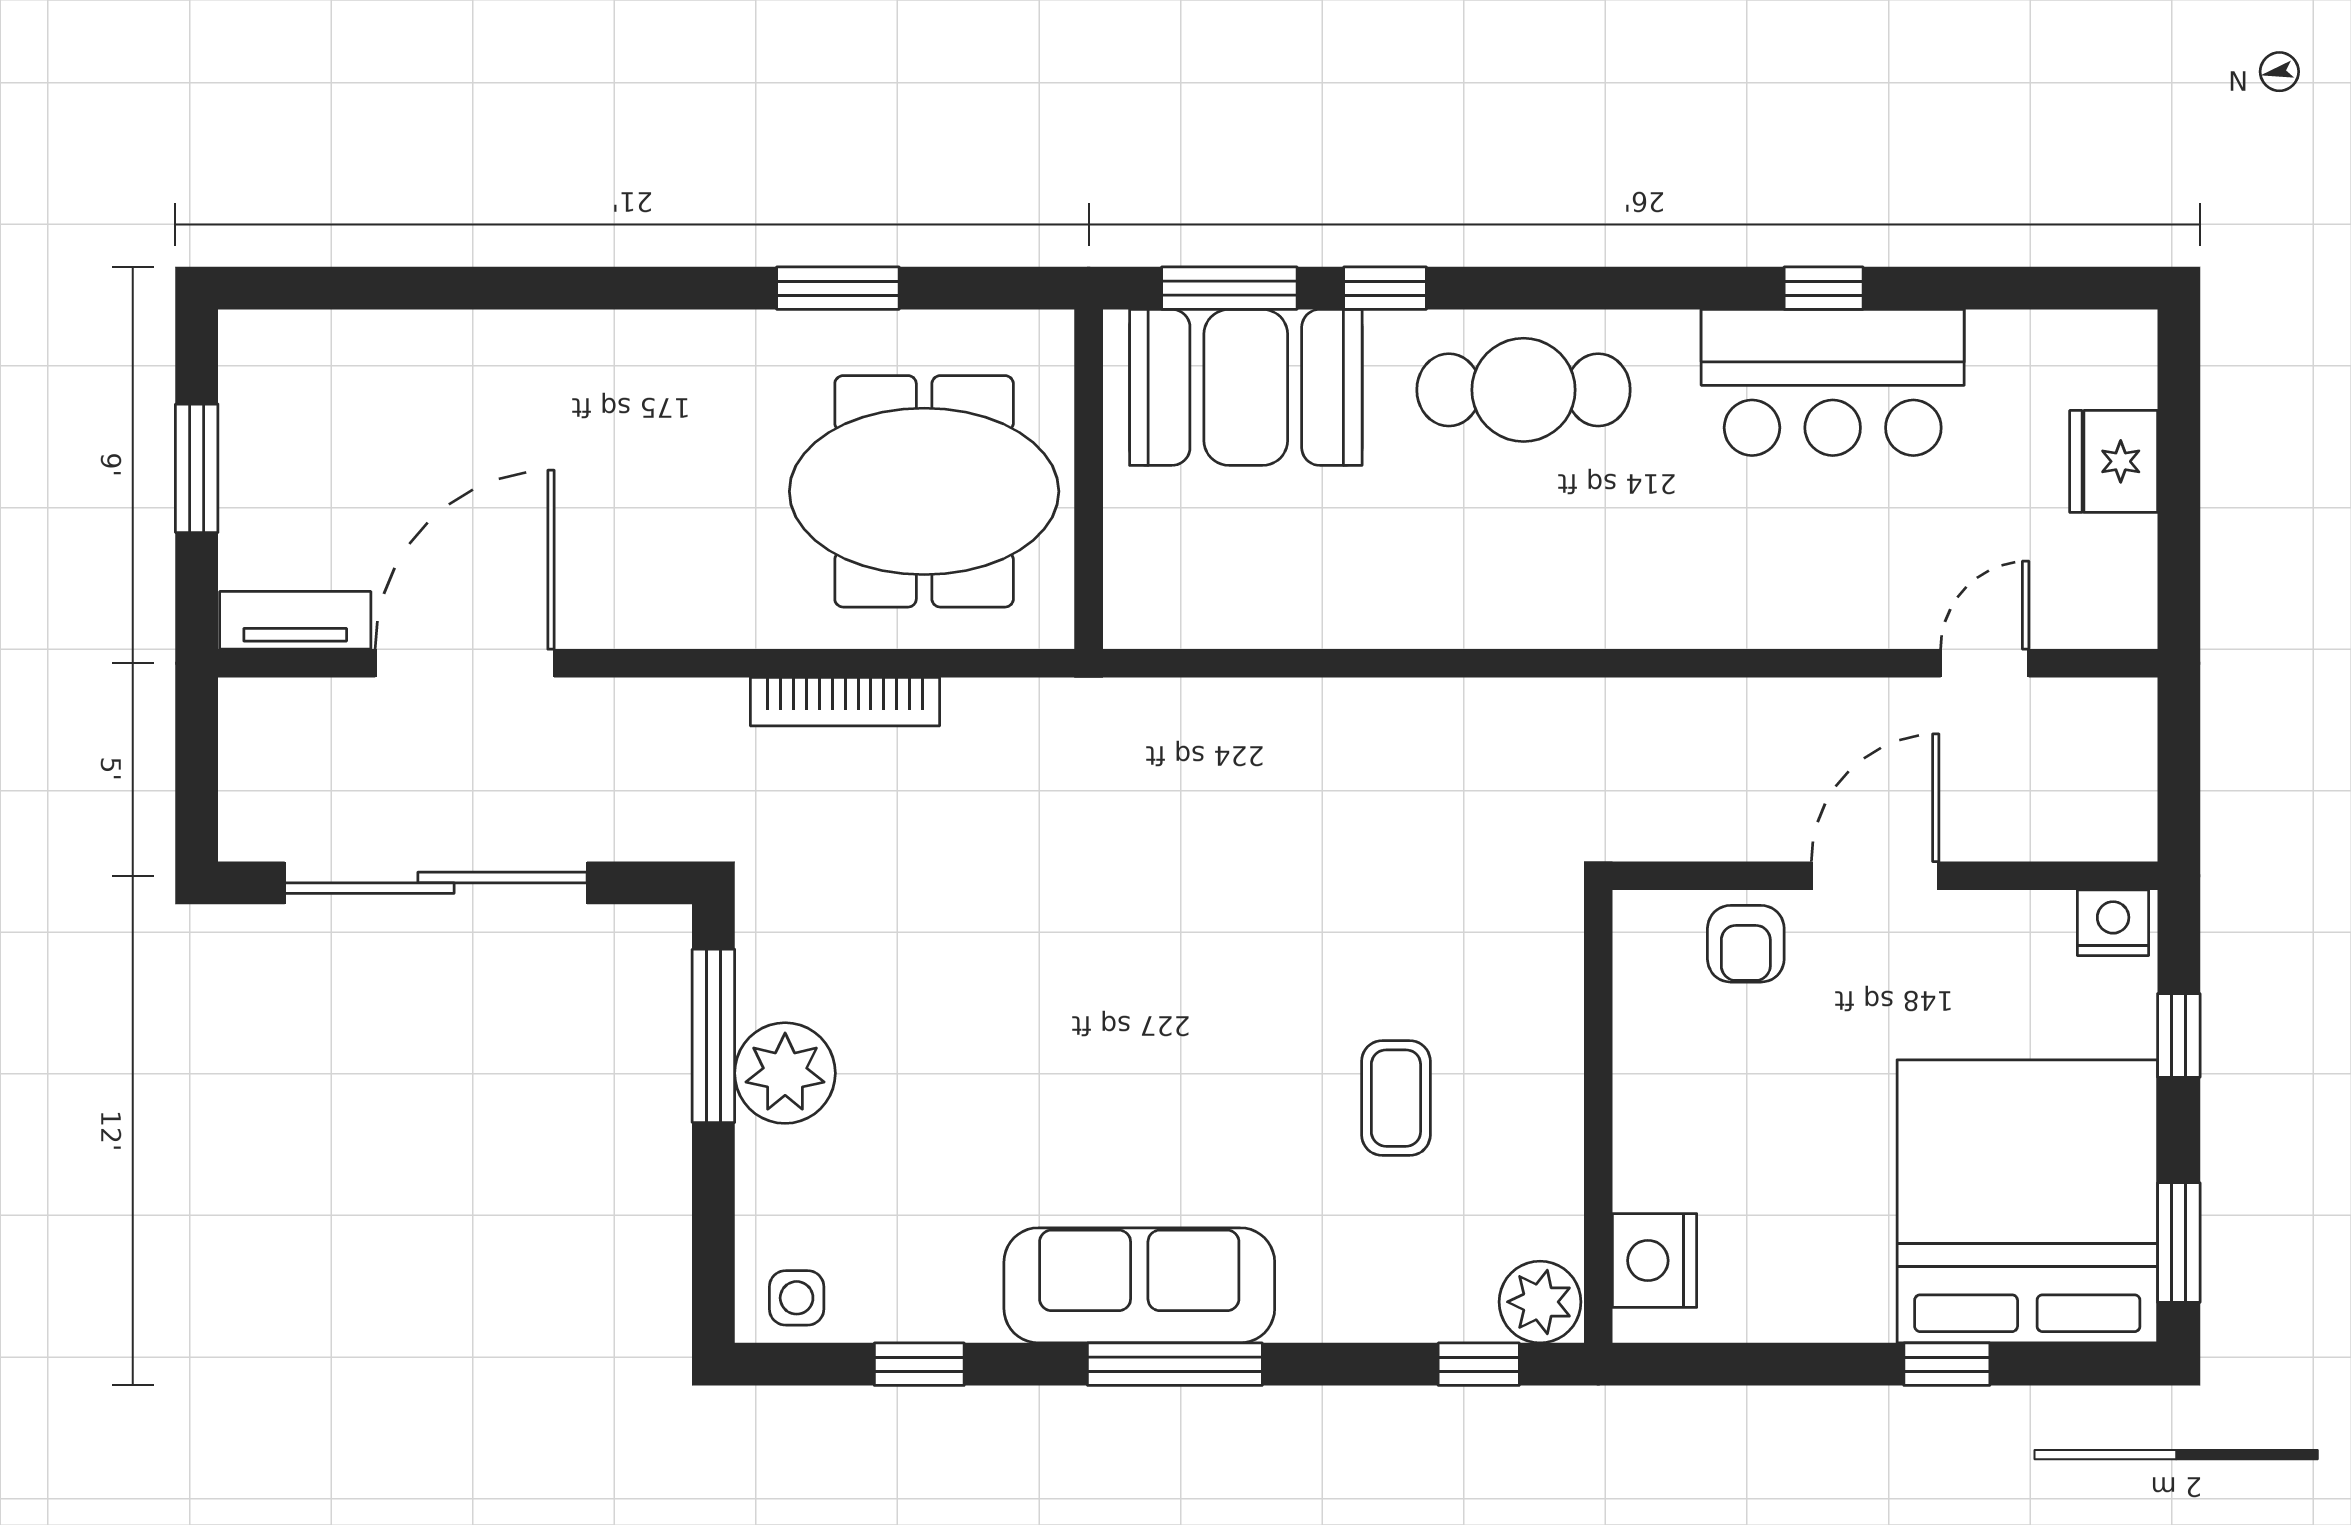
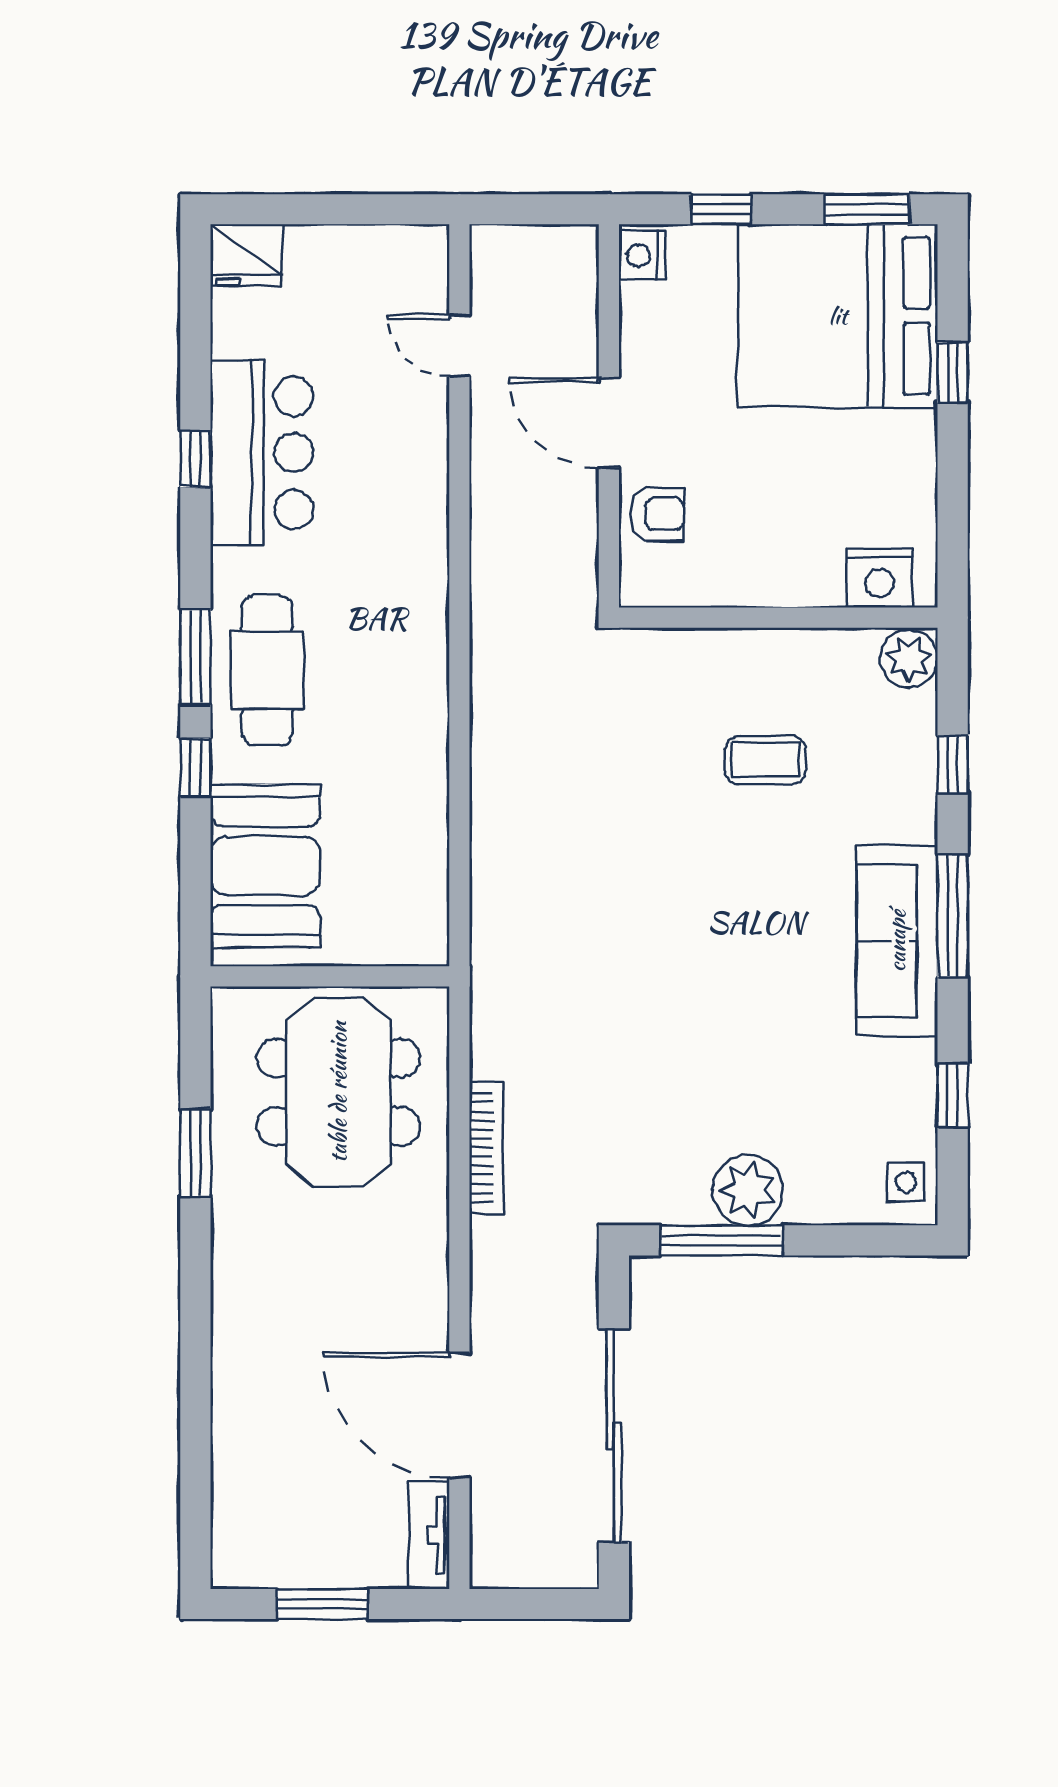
window: (1229, 288) -> (195, 657), moved
fridge: (2114, 461) -> (246, 255), moved
window: (1479, 1364) -> (953, 764), moved

